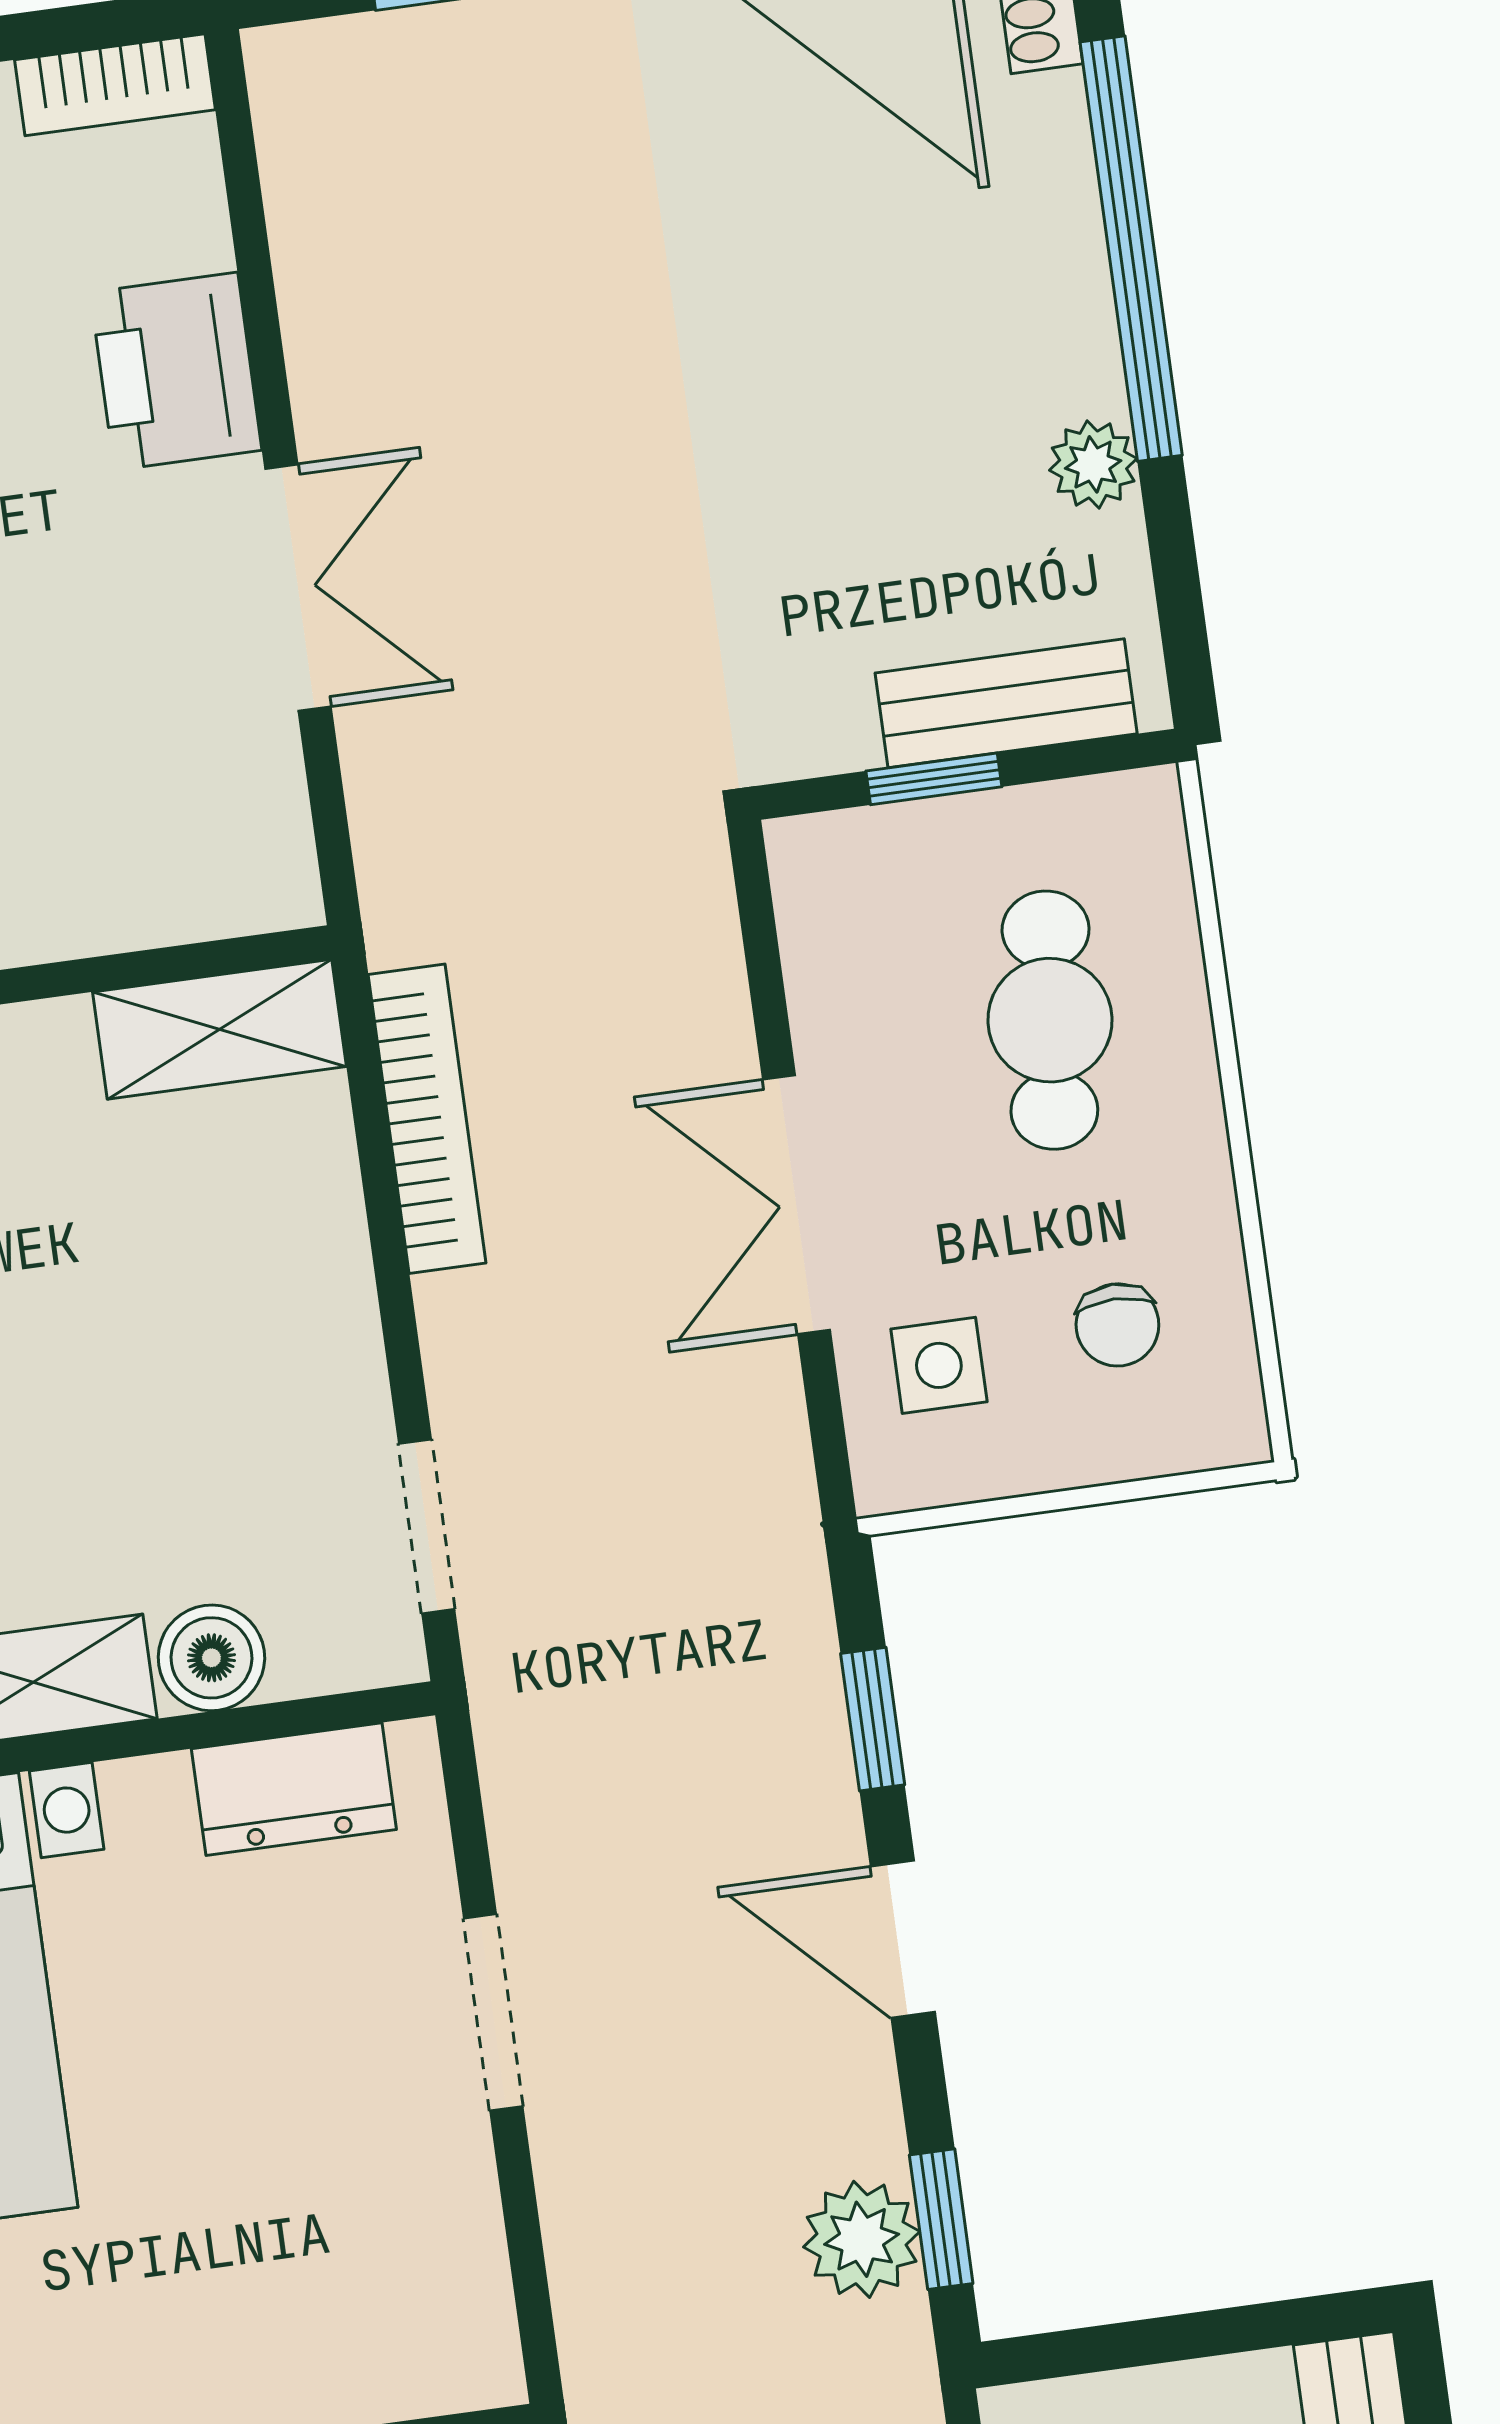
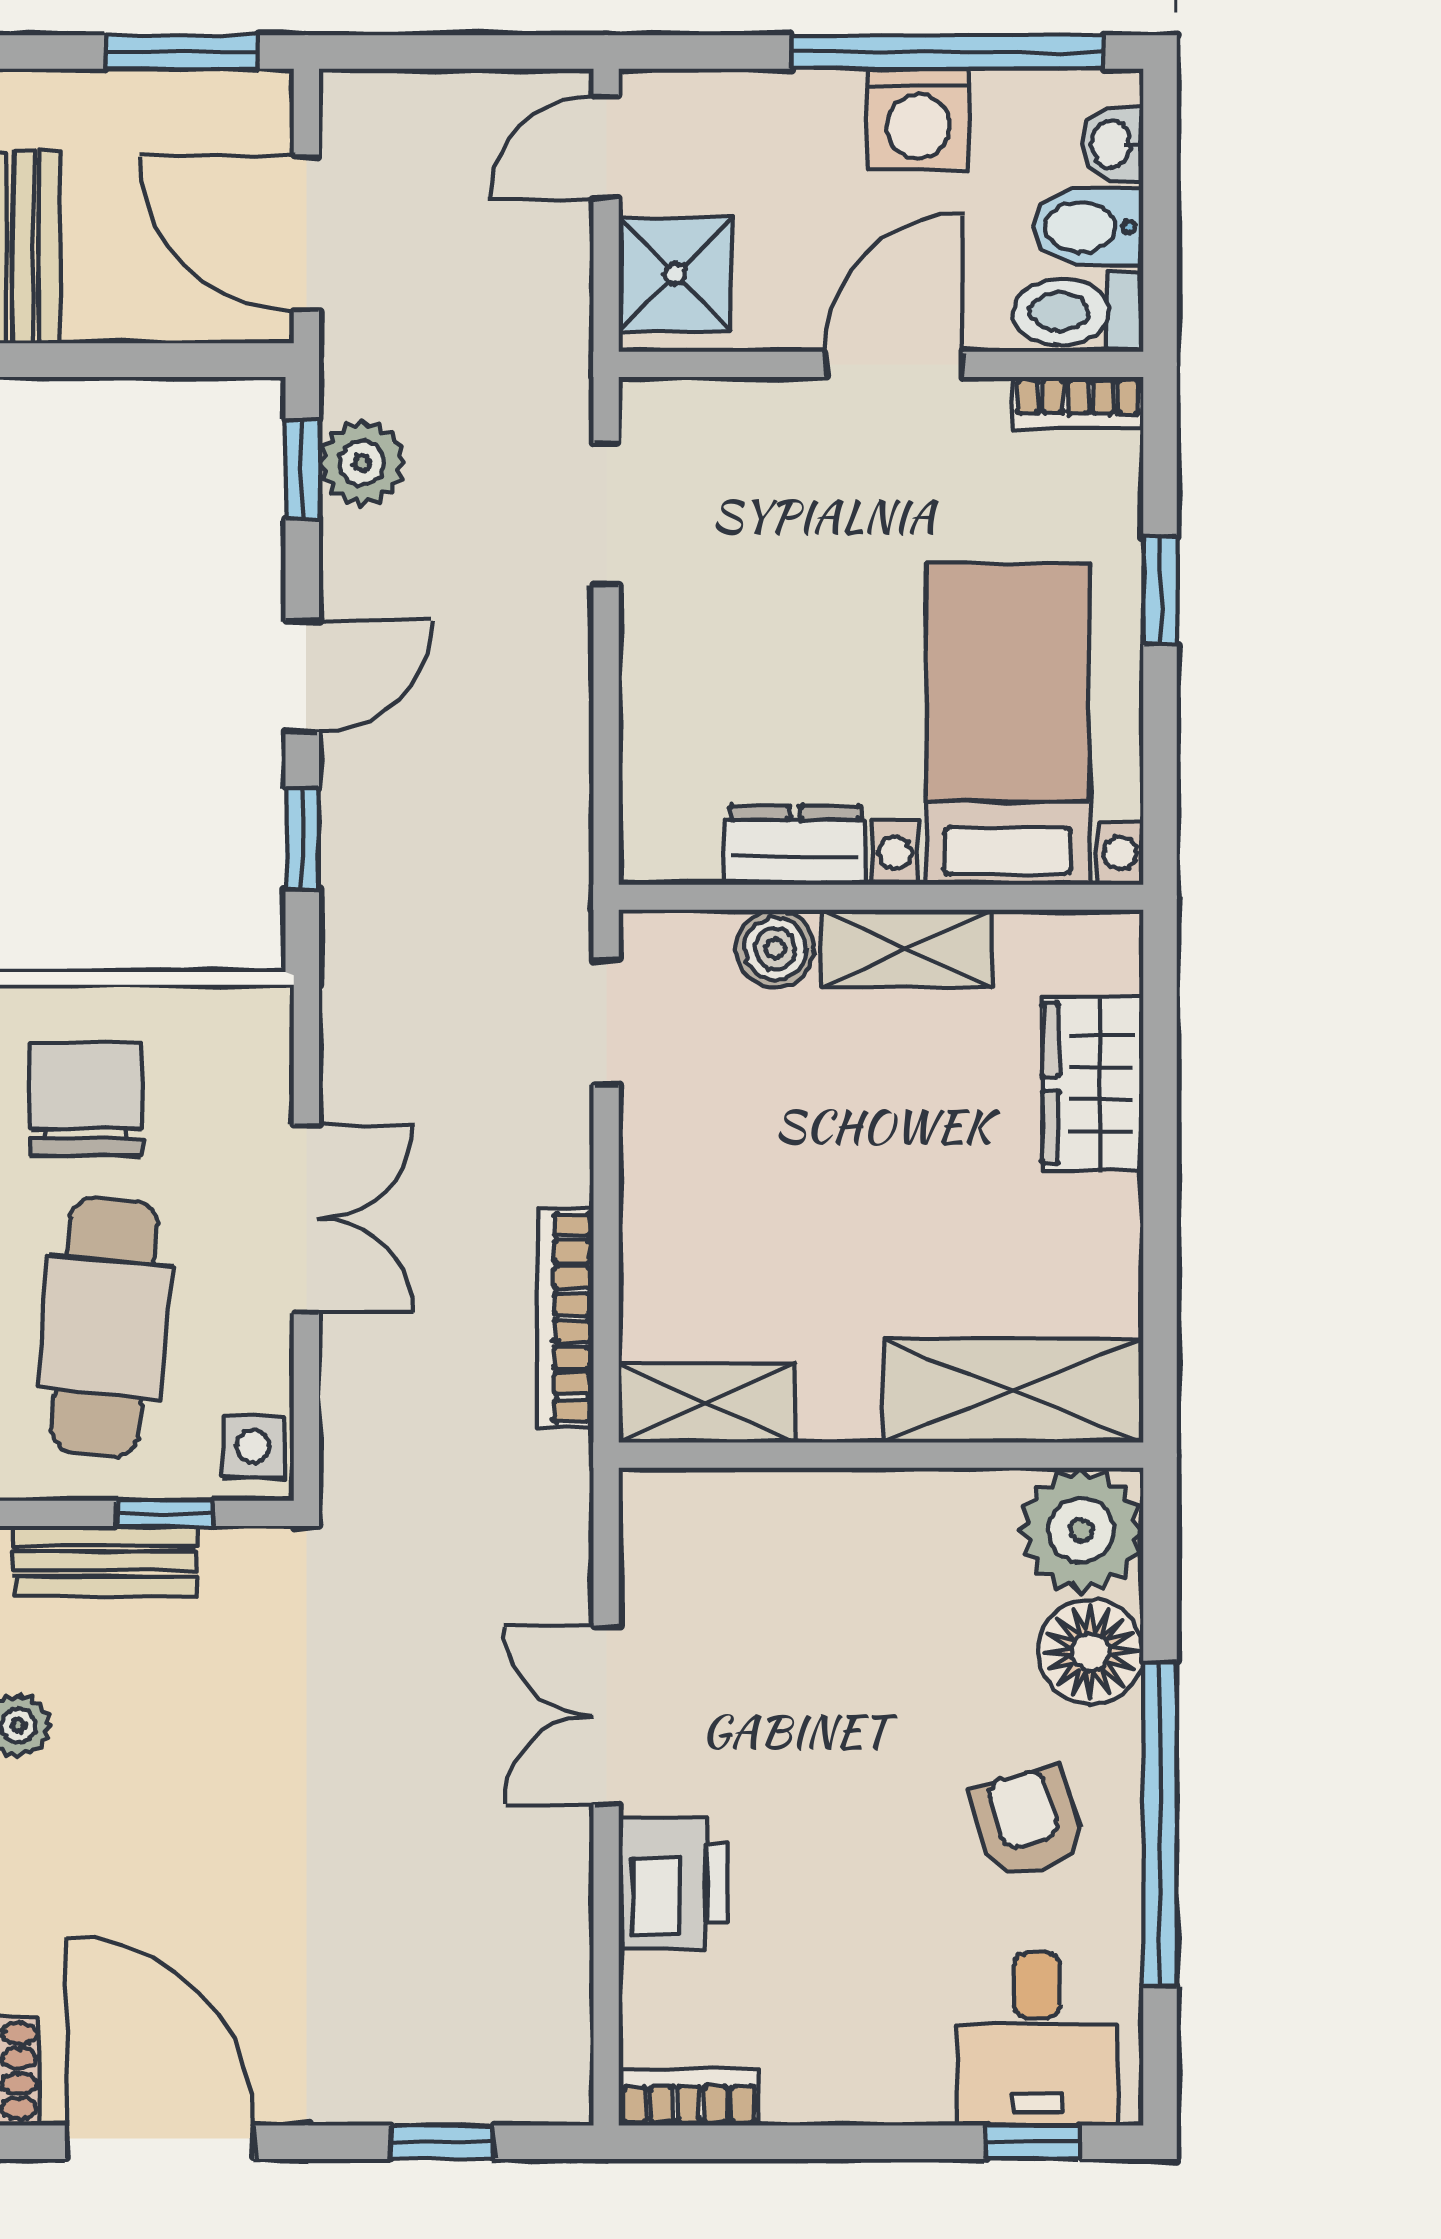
cafe table: (1050, 1020) -> (105, 1327), width x1.37, depth x1.35
chair: (1117, 1325) -> (86, 1100), width x1.87, depth x1.87
side table: (939, 1365) -> (253, 1446), moved
dresser: (294, 1789) -> (795, 845), moved
door: (903, 1939) -> (302, 676), hinge flipped
doorway: (493, 2012) -> (606, 514), moved

